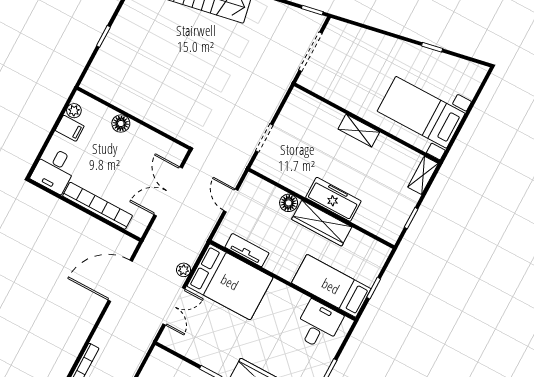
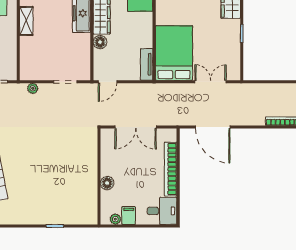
door: (231, 200) -> (107, 82), moved
tv unit: (247, 250) -> (147, 64), moved
plant: (184, 270) -> (33, 88), moved

